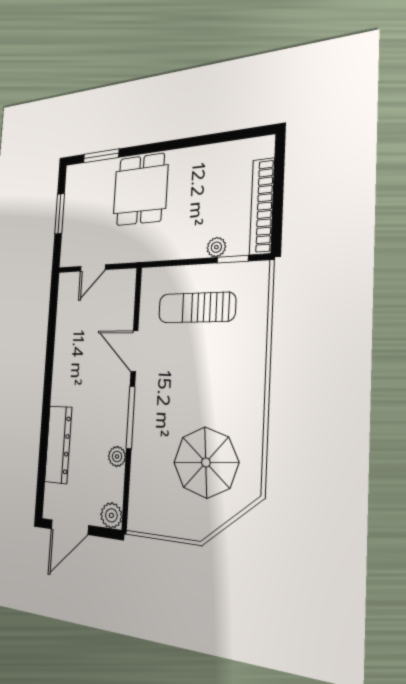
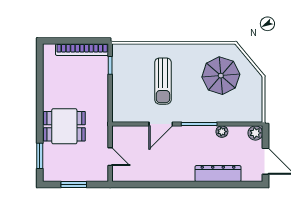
plant: (216, 247) -> (103, 75), removed
sun lounger: (197, 308) -> (163, 81), moved

